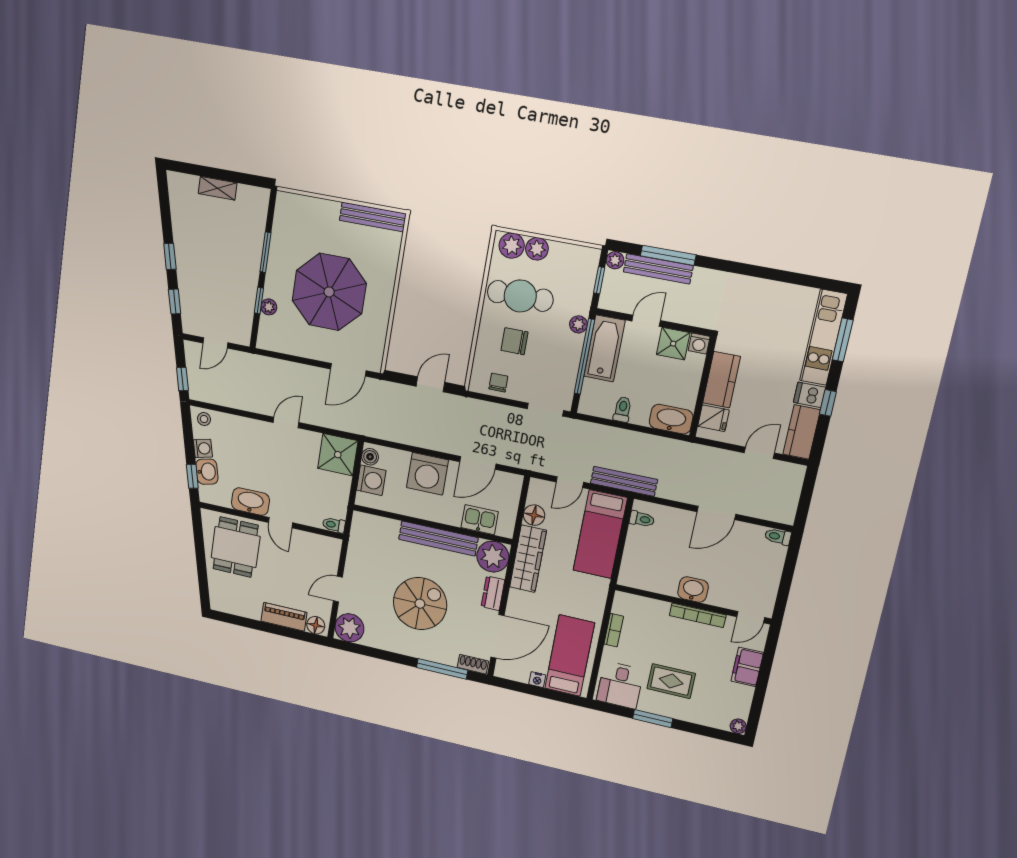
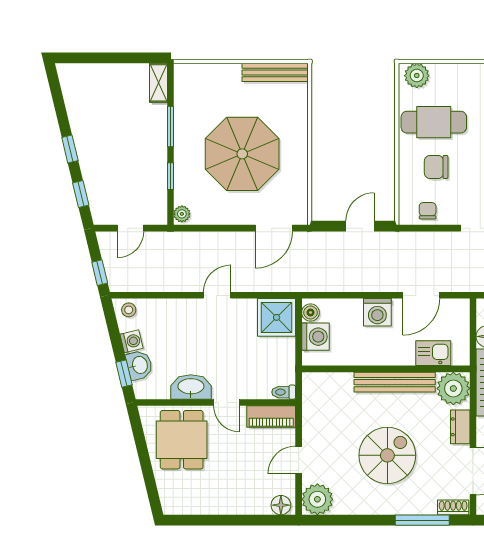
shelving: (218, 188) -> (158, 83), moved, turned 90
plant: (537, 249) -> (442, 74), removed
plant: (269, 307) -> (182, 214), moved
washing machine: (427, 474) -> (377, 312), width x0.73, depth x0.73
piano: (284, 617) -> (271, 416), moved, turned 180

